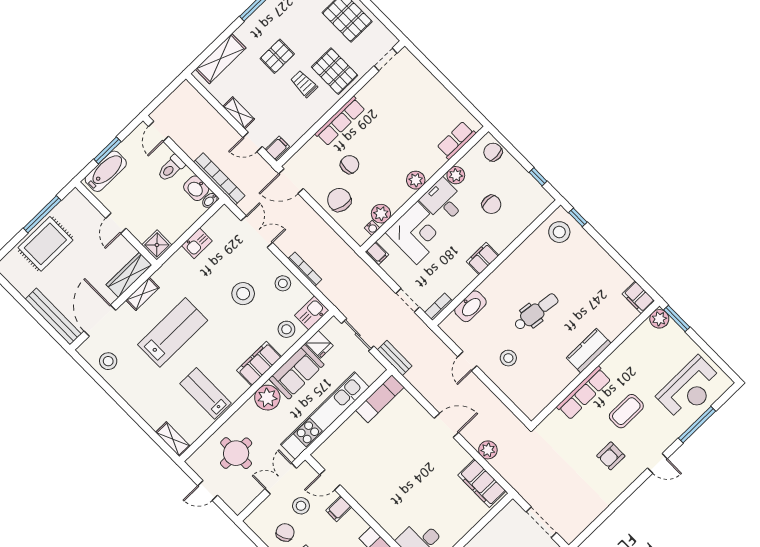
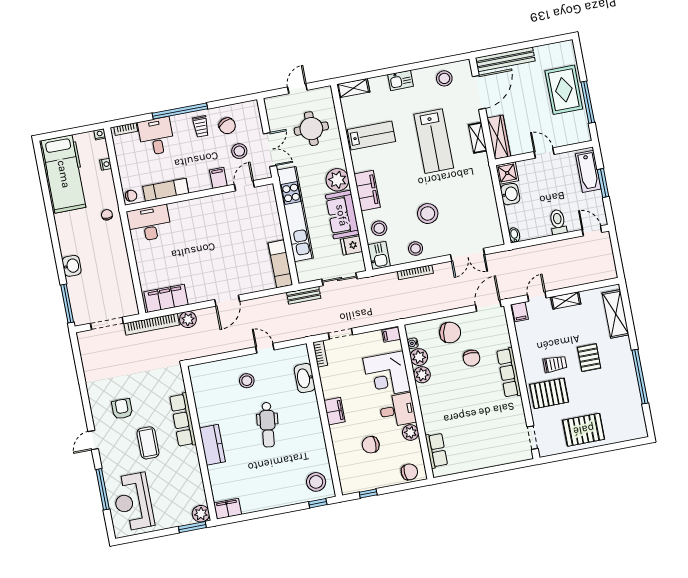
bookcase: (219, 179) -> (152, 324), moved
plant: (416, 180) -> (422, 375), moved
washbasin: (196, 188) -> (510, 194), moved, turned 90
kitchen sink: (197, 243) -> (401, 80), moved, turned -90
door: (100, 321) -> (479, 92), hinge flipped

